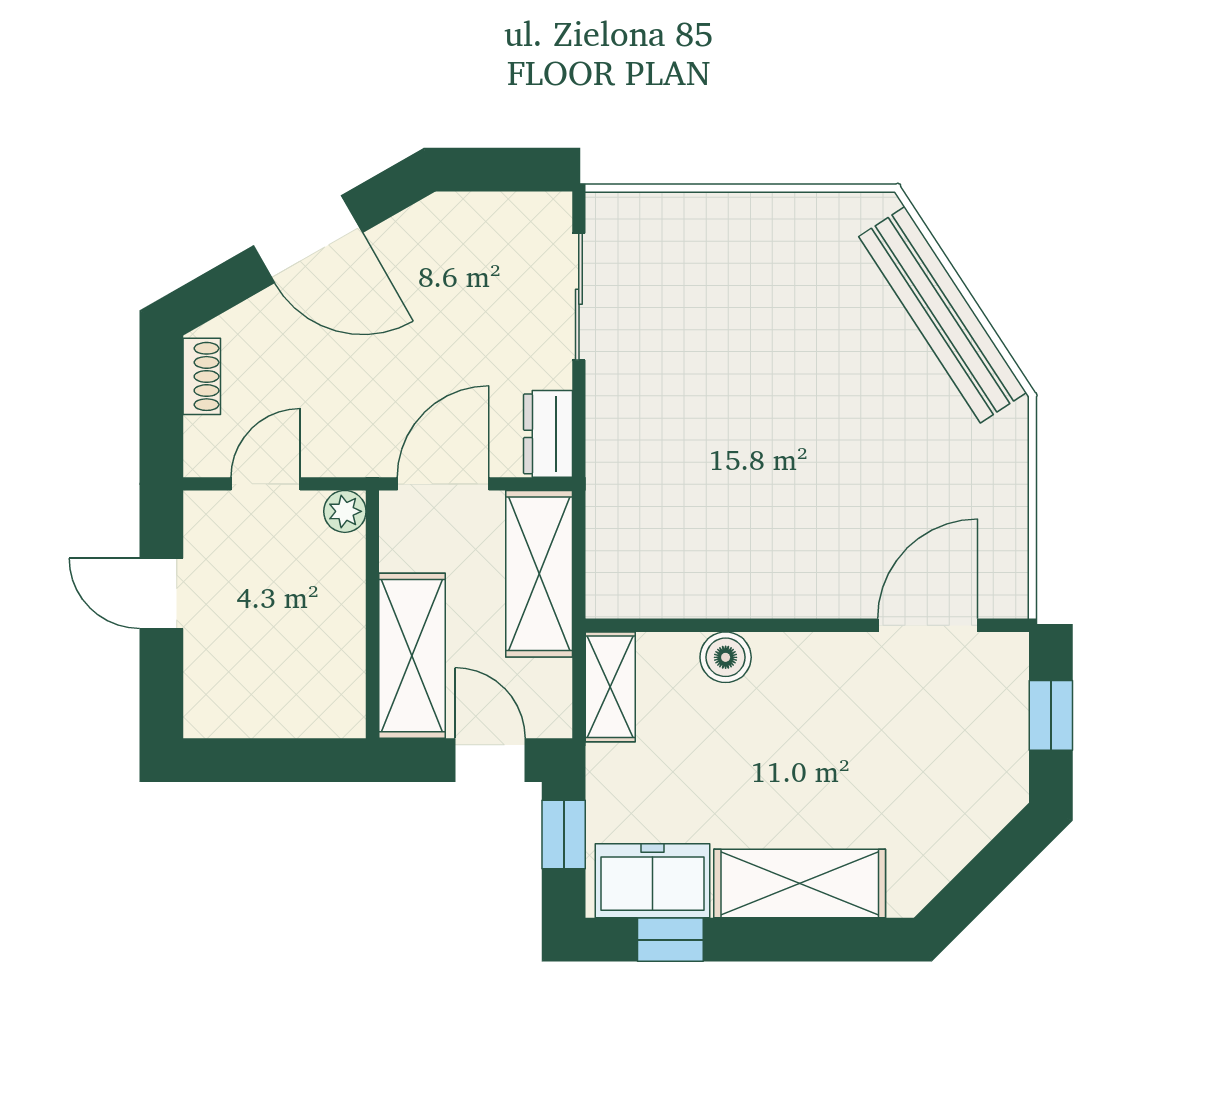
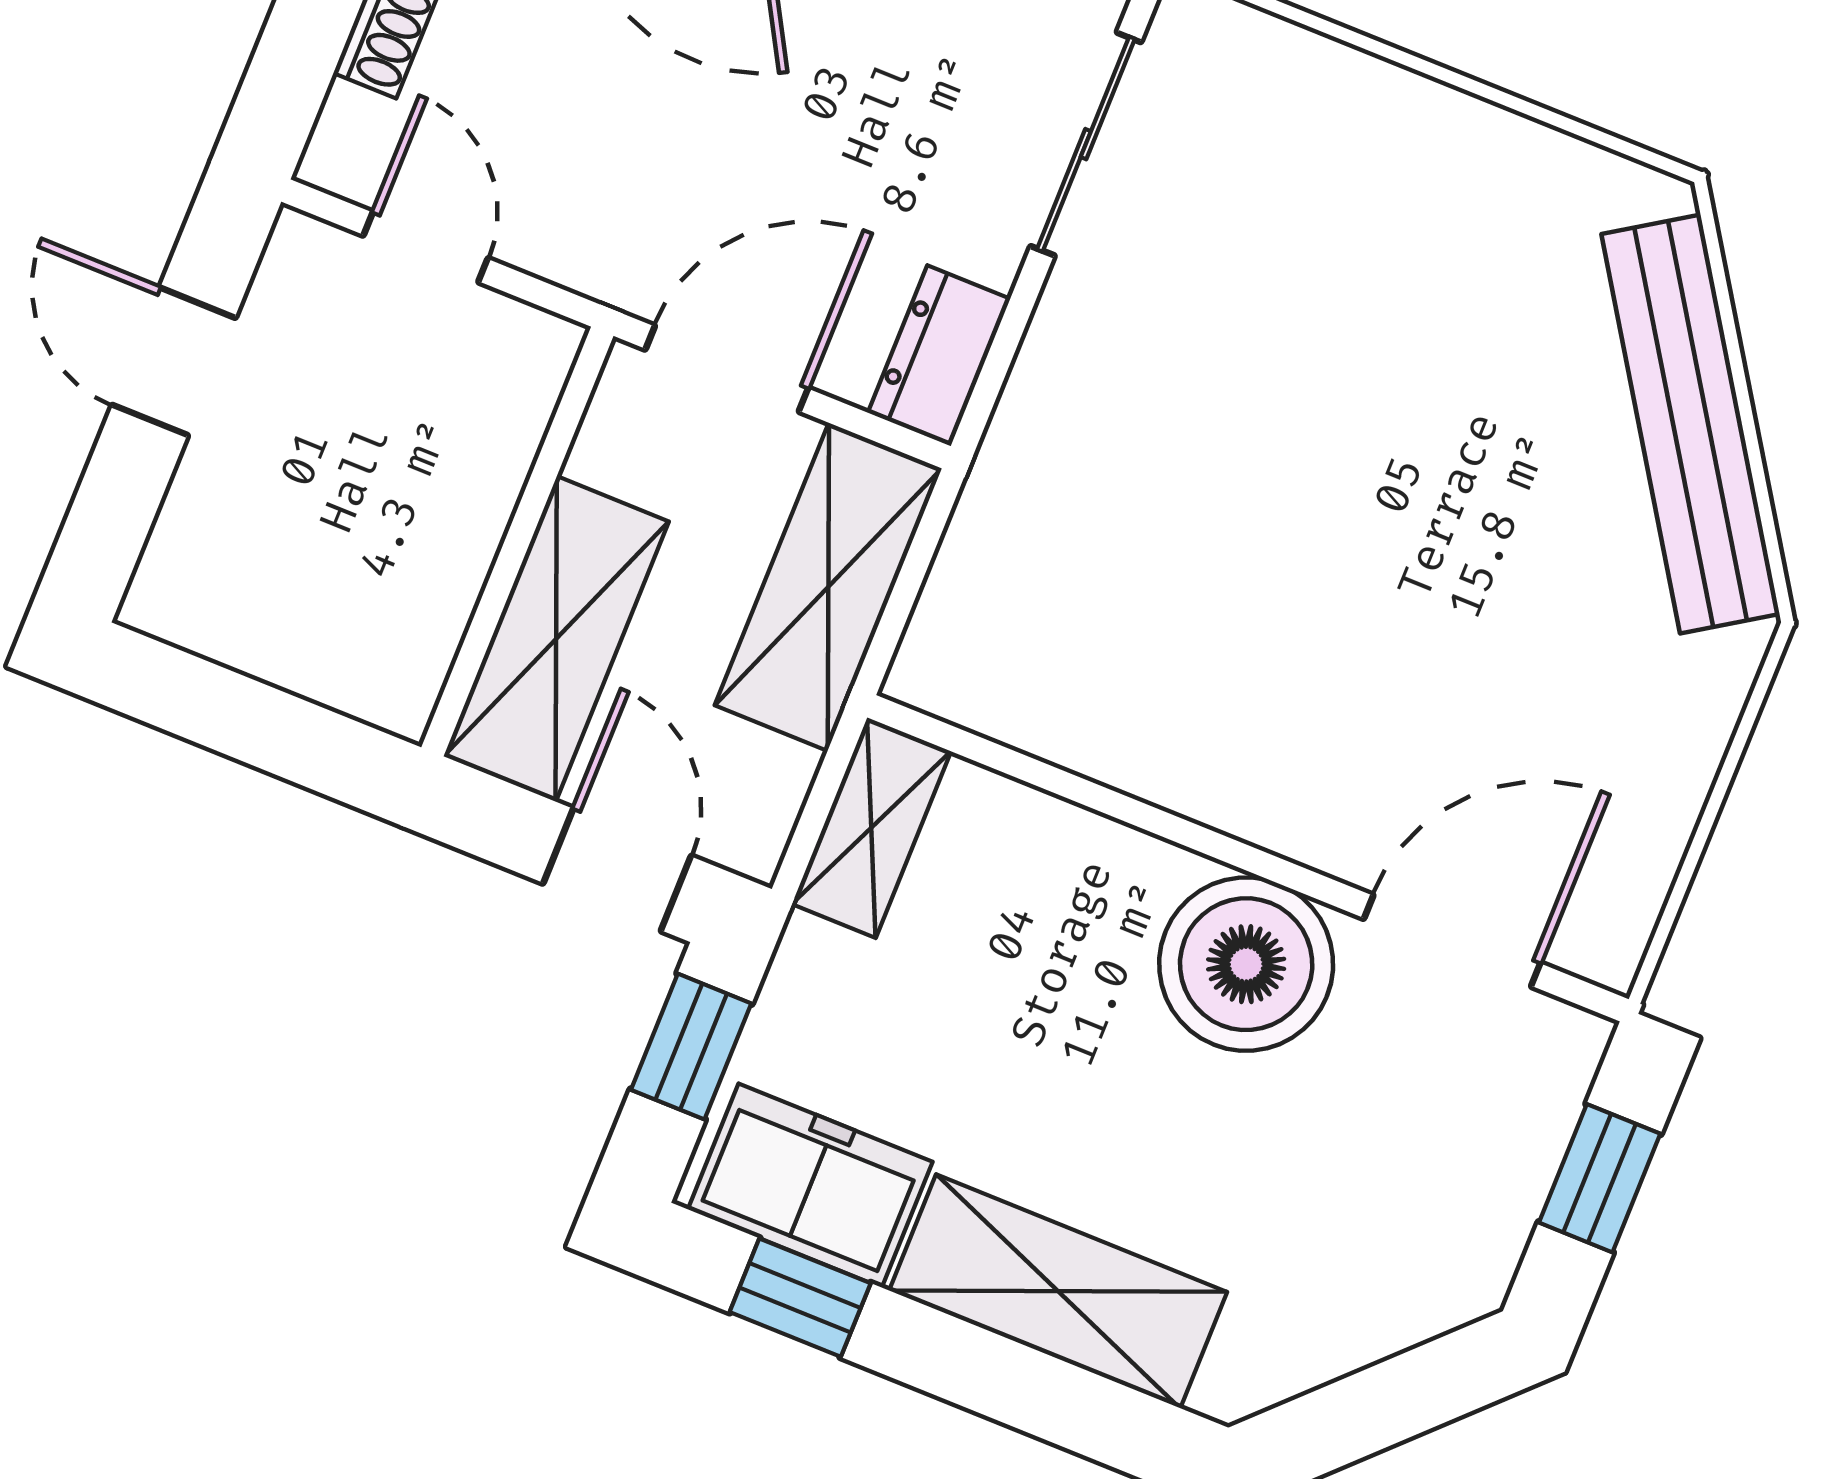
door: (266, 484) -> (426, 247), hinge flipped
plant: (345, 511) -> (541, 348), removed
boiler: (726, 657) -> (1246, 964), moved, width x1.86, depth x1.86

